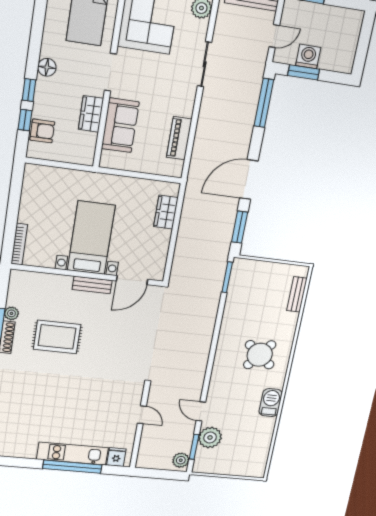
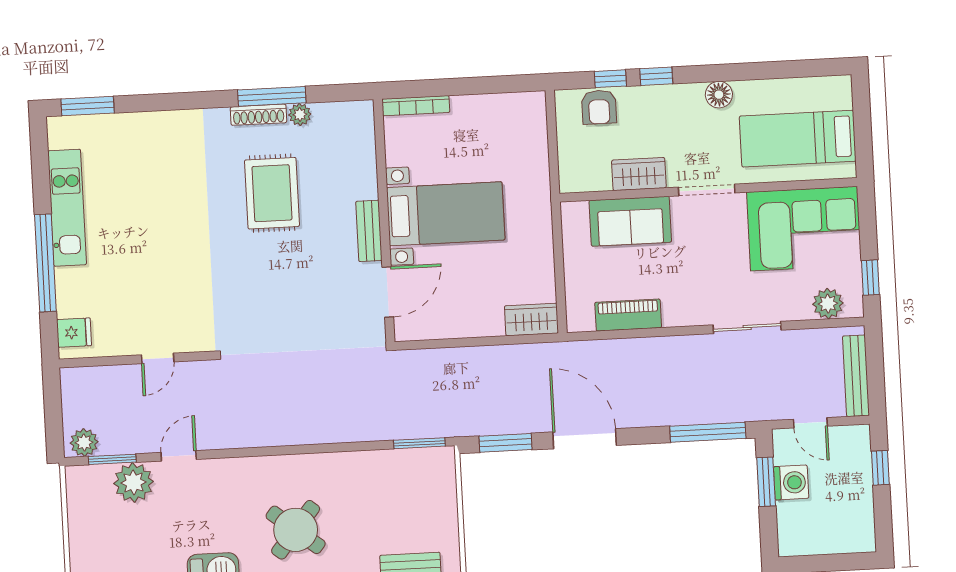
floor lamp: (47, 67) -> (719, 95), moved
wardrobe: (166, 212) -> (531, 319), moved
door: (132, 280) -> (388, 292), swing flipped
kitchen unit: (72, 454) -> (67, 208), moved

